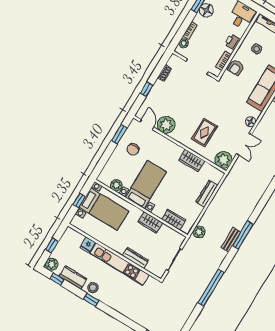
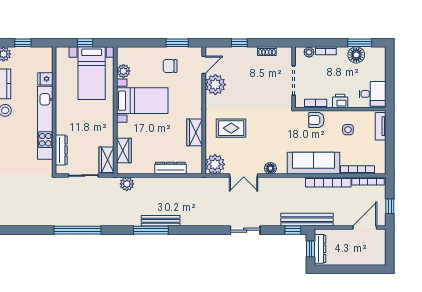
wardrobe: (150, 222) -> (107, 160), moved
bench: (231, 240) -> (161, 221), moved, width x1.36
dresser: (135, 258) -> (61, 150), moved

